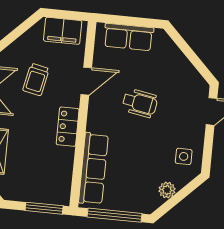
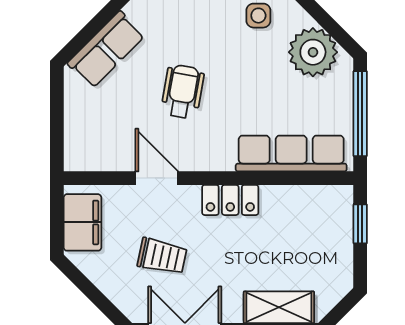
row of seats: (129, 37) -> (106, 50), moved, turned 45
plant: (167, 190) -> (313, 52), width x1.87, depth x1.87
window: (44, 208) -> (360, 224), width x0.67

